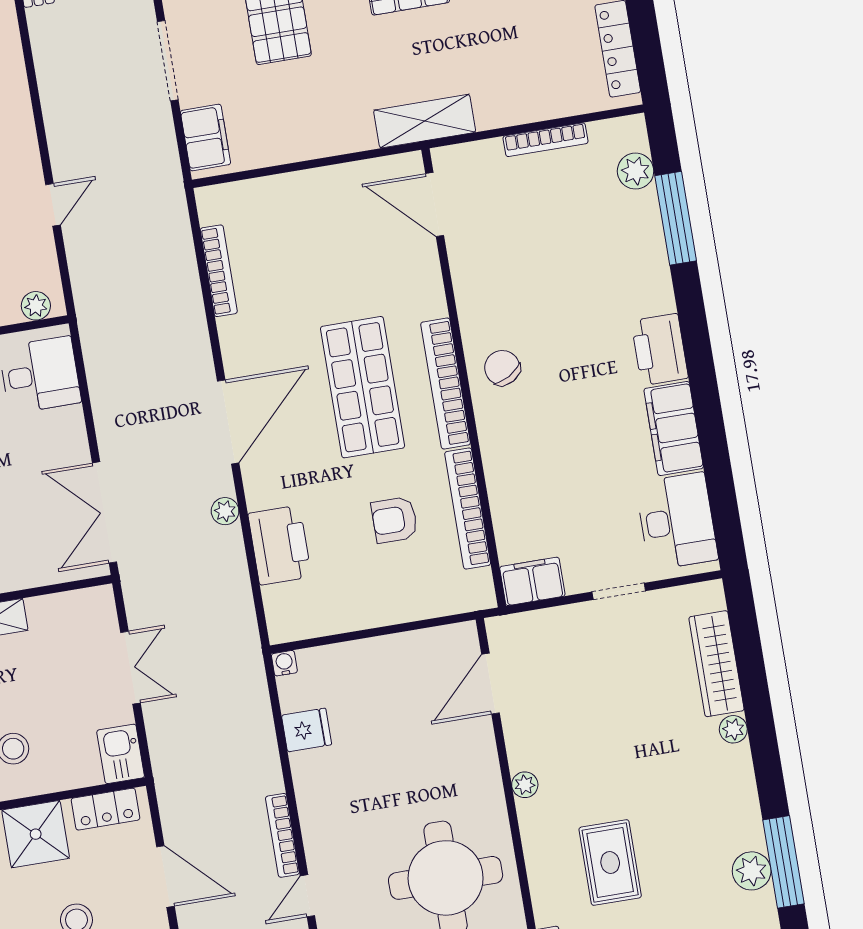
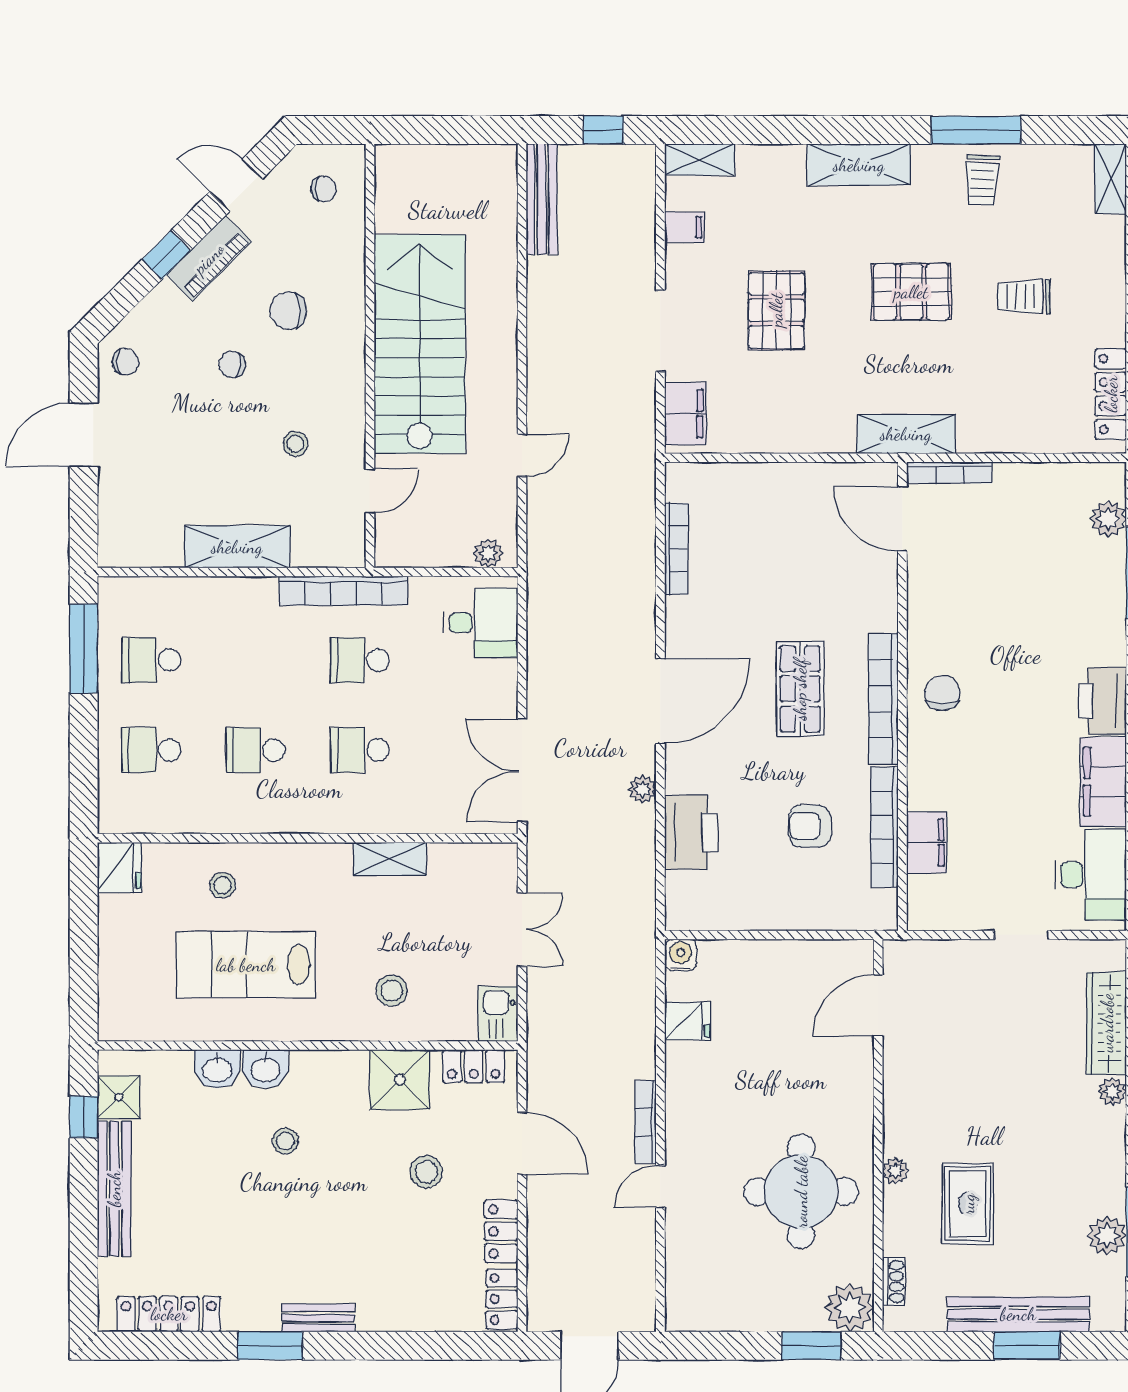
bookcase: (545, 140) -> (950, 473), moved
chair: (502, 368) -> (942, 693), turned 30
shop shelf: (363, 387) -> (800, 689), width x0.70, depth x0.74
filing cabinet: (532, 581) -> (927, 842), moved, turned 90
water cooler: (284, 663) -> (681, 955), width x1.38, depth x1.38
plant: (525, 785) -> (895, 1171), moved

